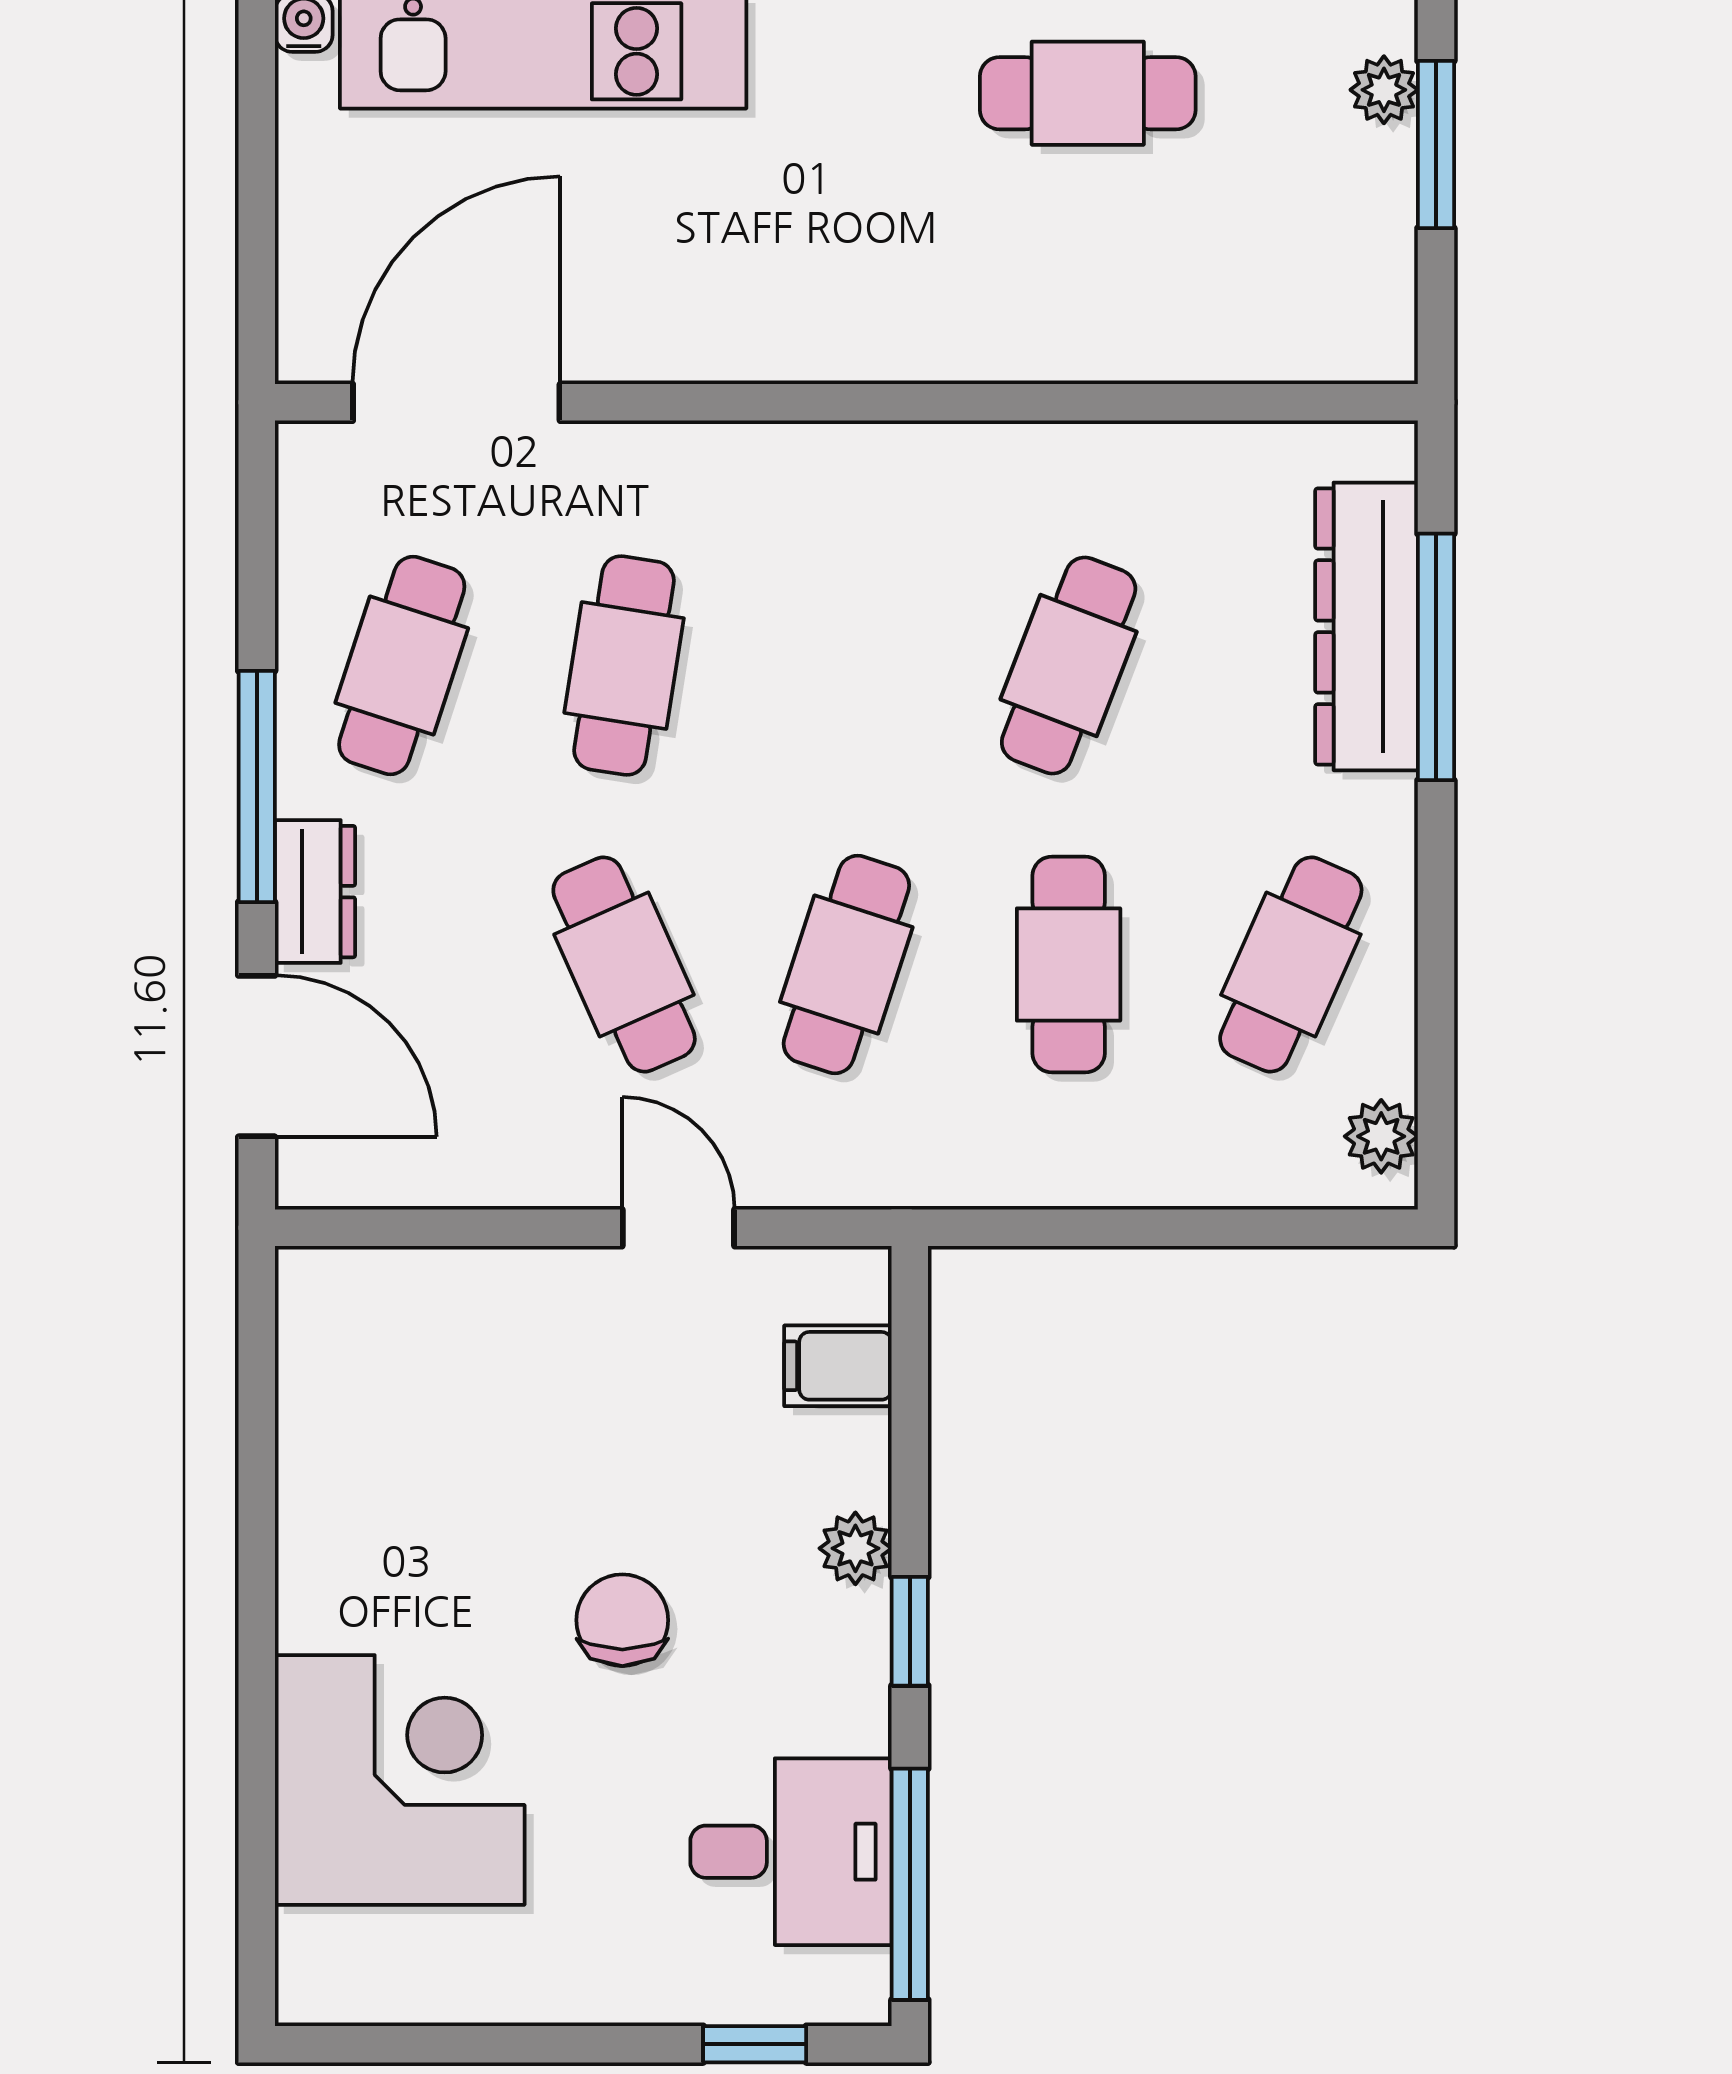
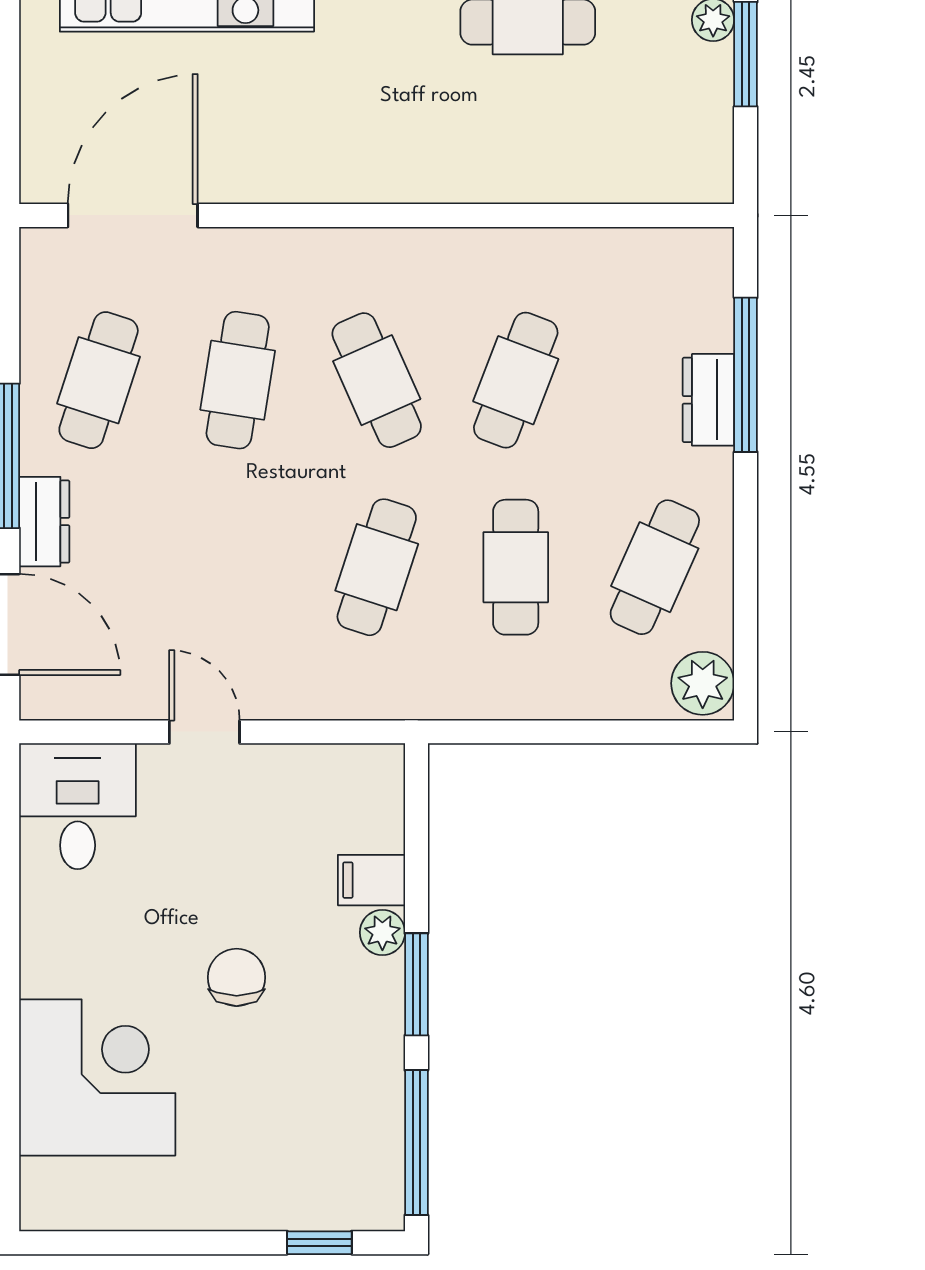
dresser: (1366, 626) -> (708, 400), width x0.51, depth x0.80
cafe table: (624, 965) -> (377, 380), moved
plant: (1381, 1136) -> (703, 683), width x1.38, depth x1.38
door: (678, 1228) -> (204, 732), moved
filing cabinet: (838, 1366) -> (371, 880), moved
window: (910, 1631) -> (416, 984), width x1.50
desk: (791, 1852) -> (78, 806), moved, turned -90

